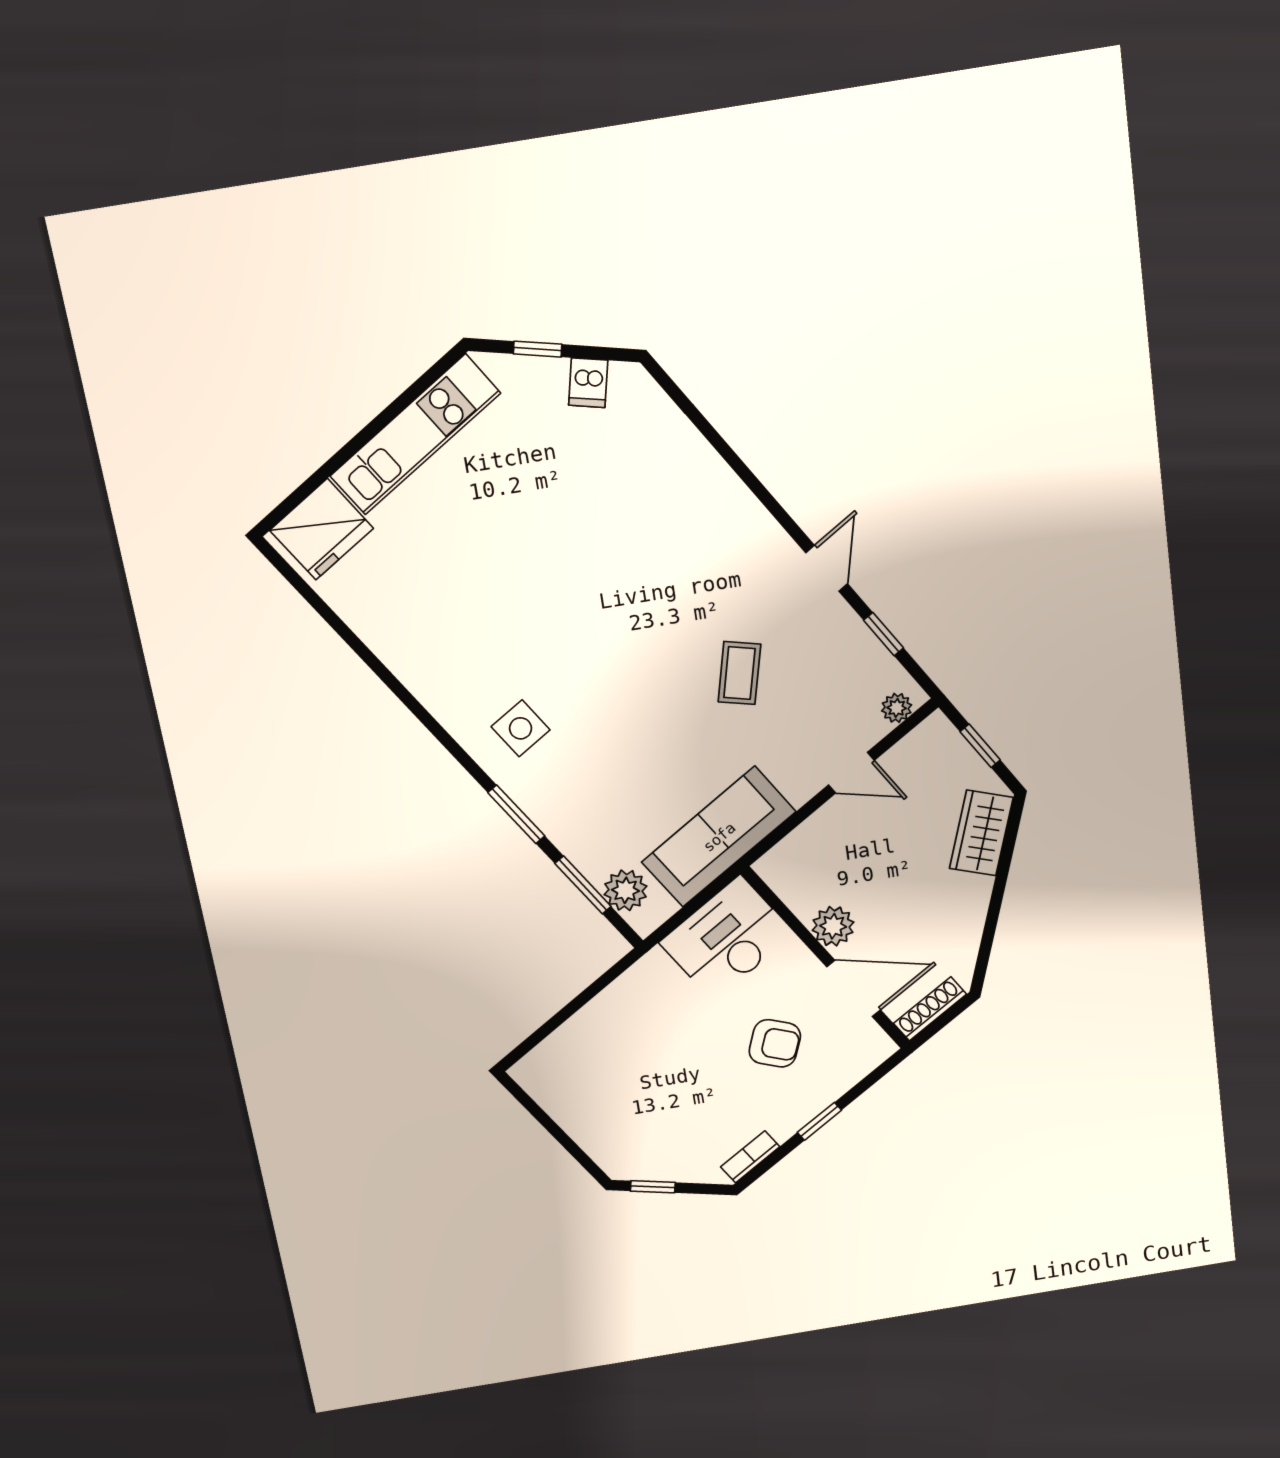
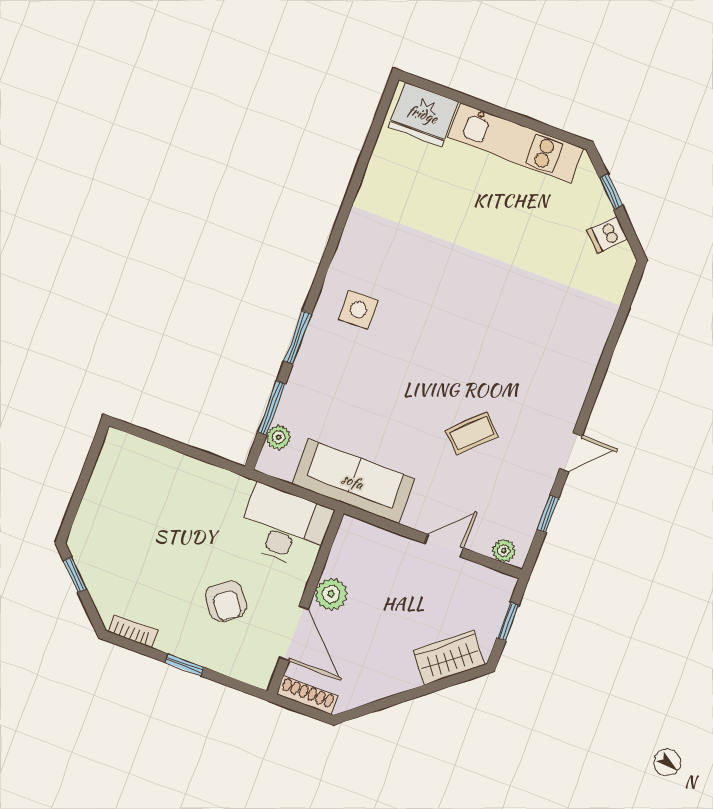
door: (851, 773) -> (444, 546), swing flipped
plant: (626, 890) -> (279, 437), width x0.73, depth x0.73

